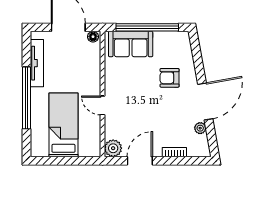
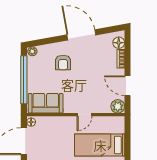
sofa: (131, 44) -> (46, 103), moved, turned -90
plant: (200, 128) -> (32, 51), moved
floor lamp: (195, 150) -> (119, 43), added

